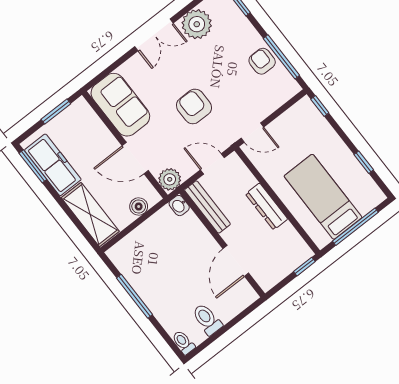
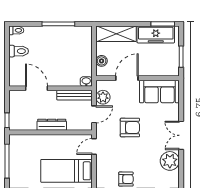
plant: (170, 179) -> (103, 97), moved
bed: (323, 197) -> (67, 171), moved, turned 180

